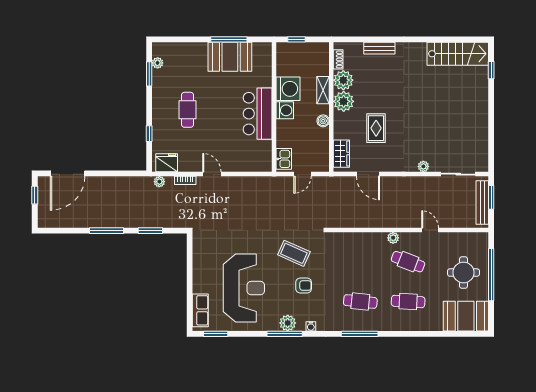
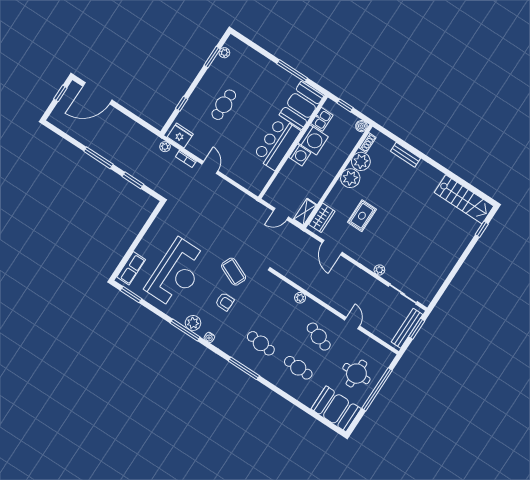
booth: (230, 57) -> (301, 106), moved, turned 90
shelving: (323, 90) -> (305, 212), moved
boiler: (323, 121) -> (361, 126), moved
kitchen sink: (284, 159) -> (322, 119), moved
plant: (393, 238) -> (300, 298), moved

